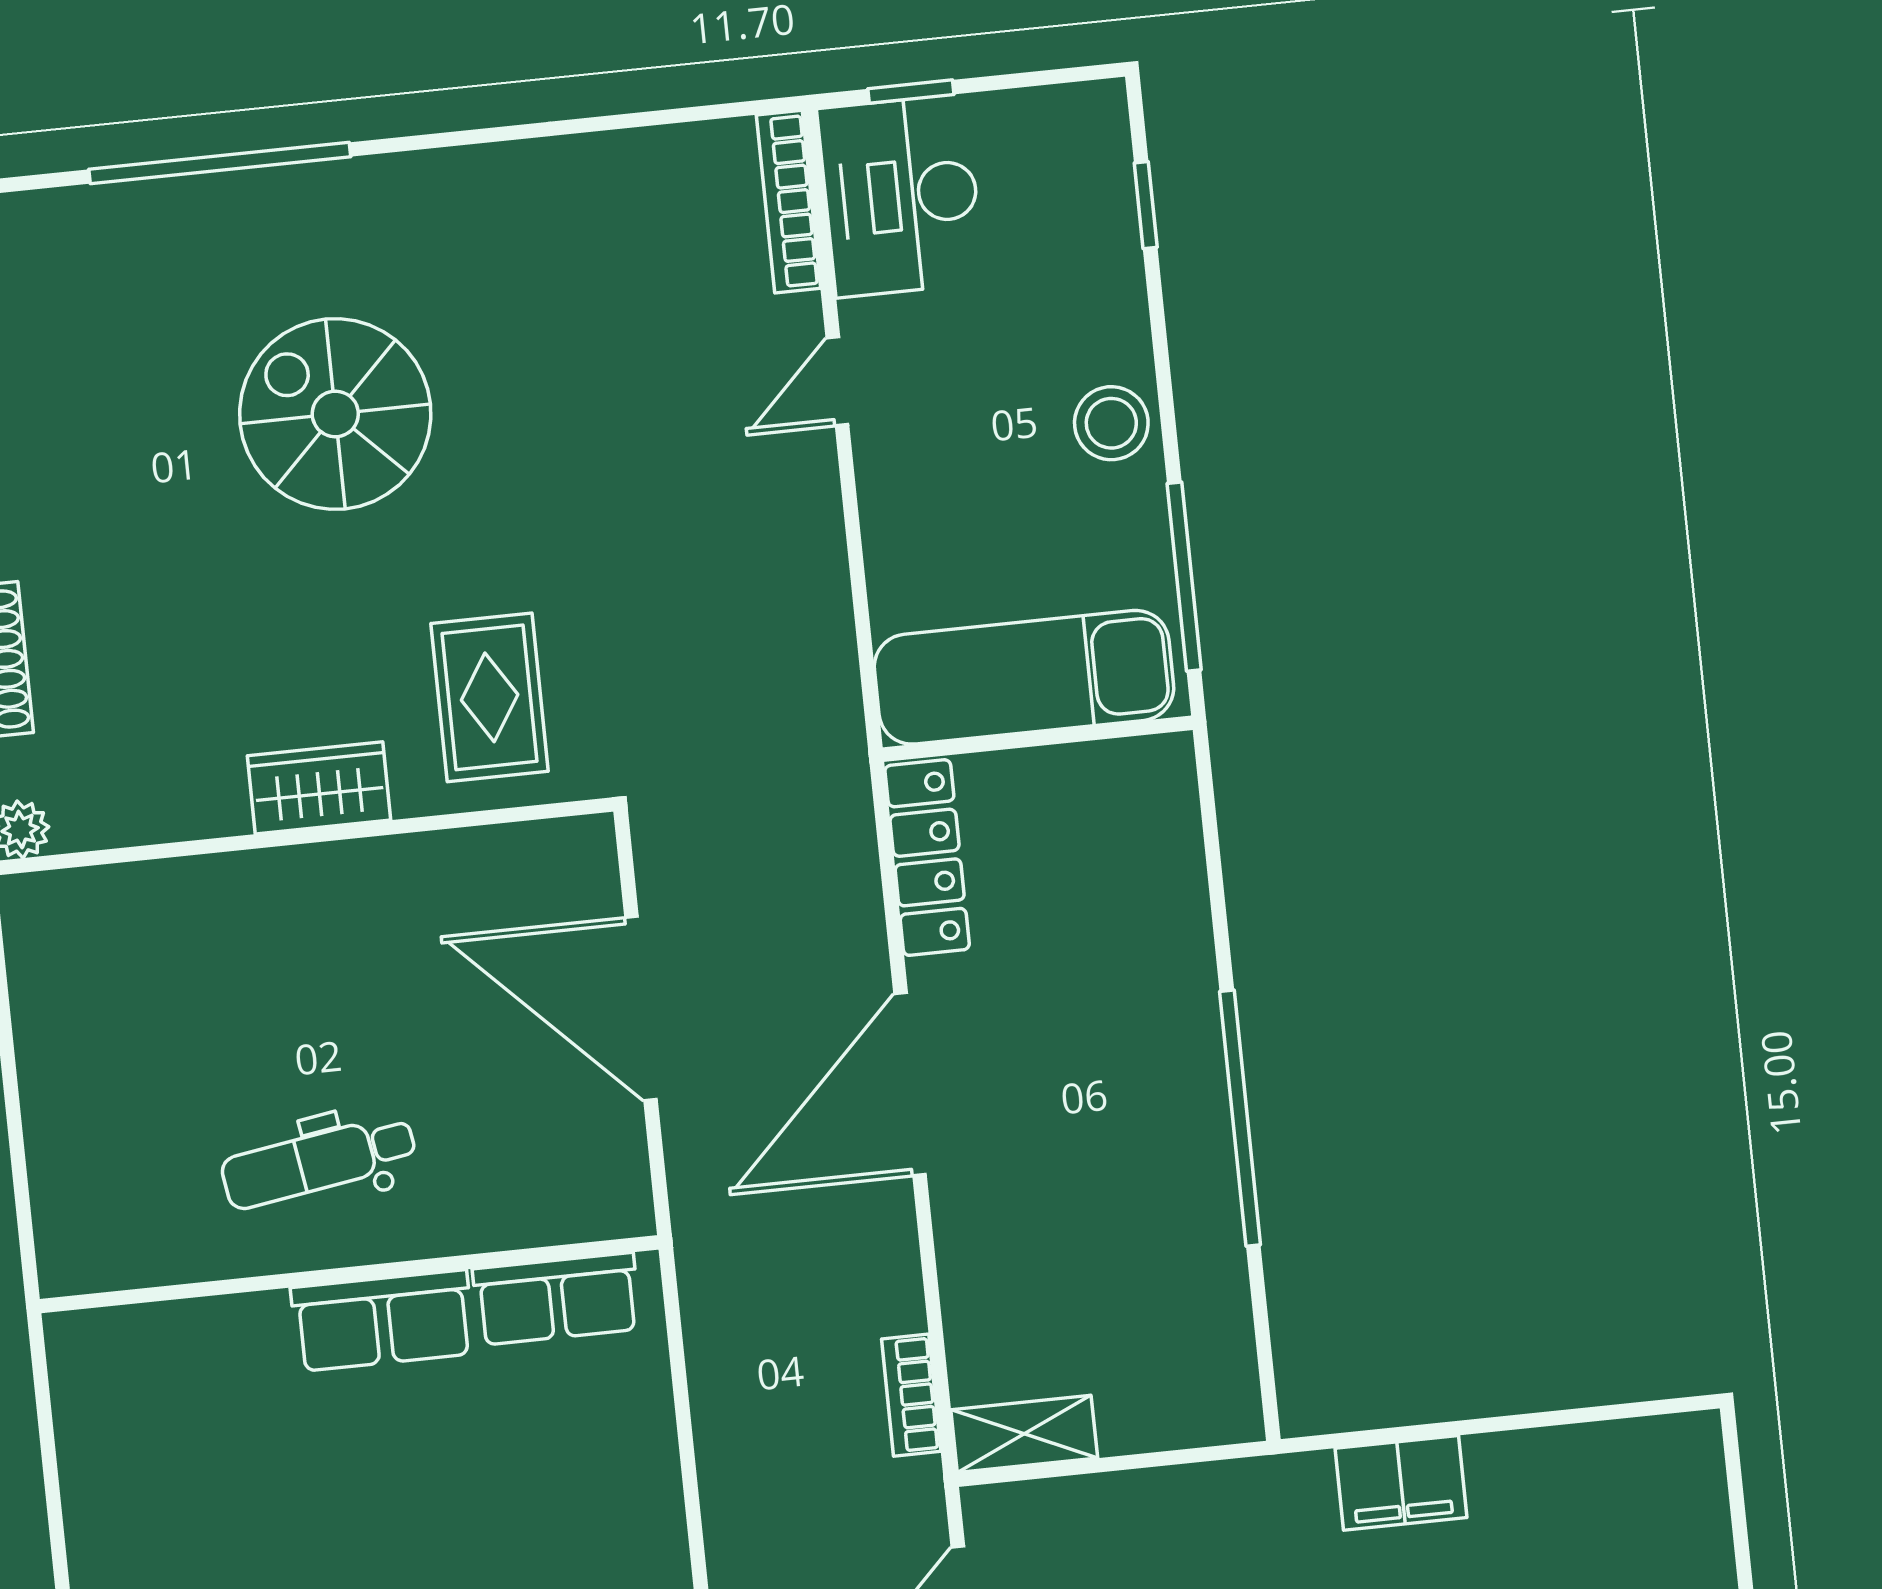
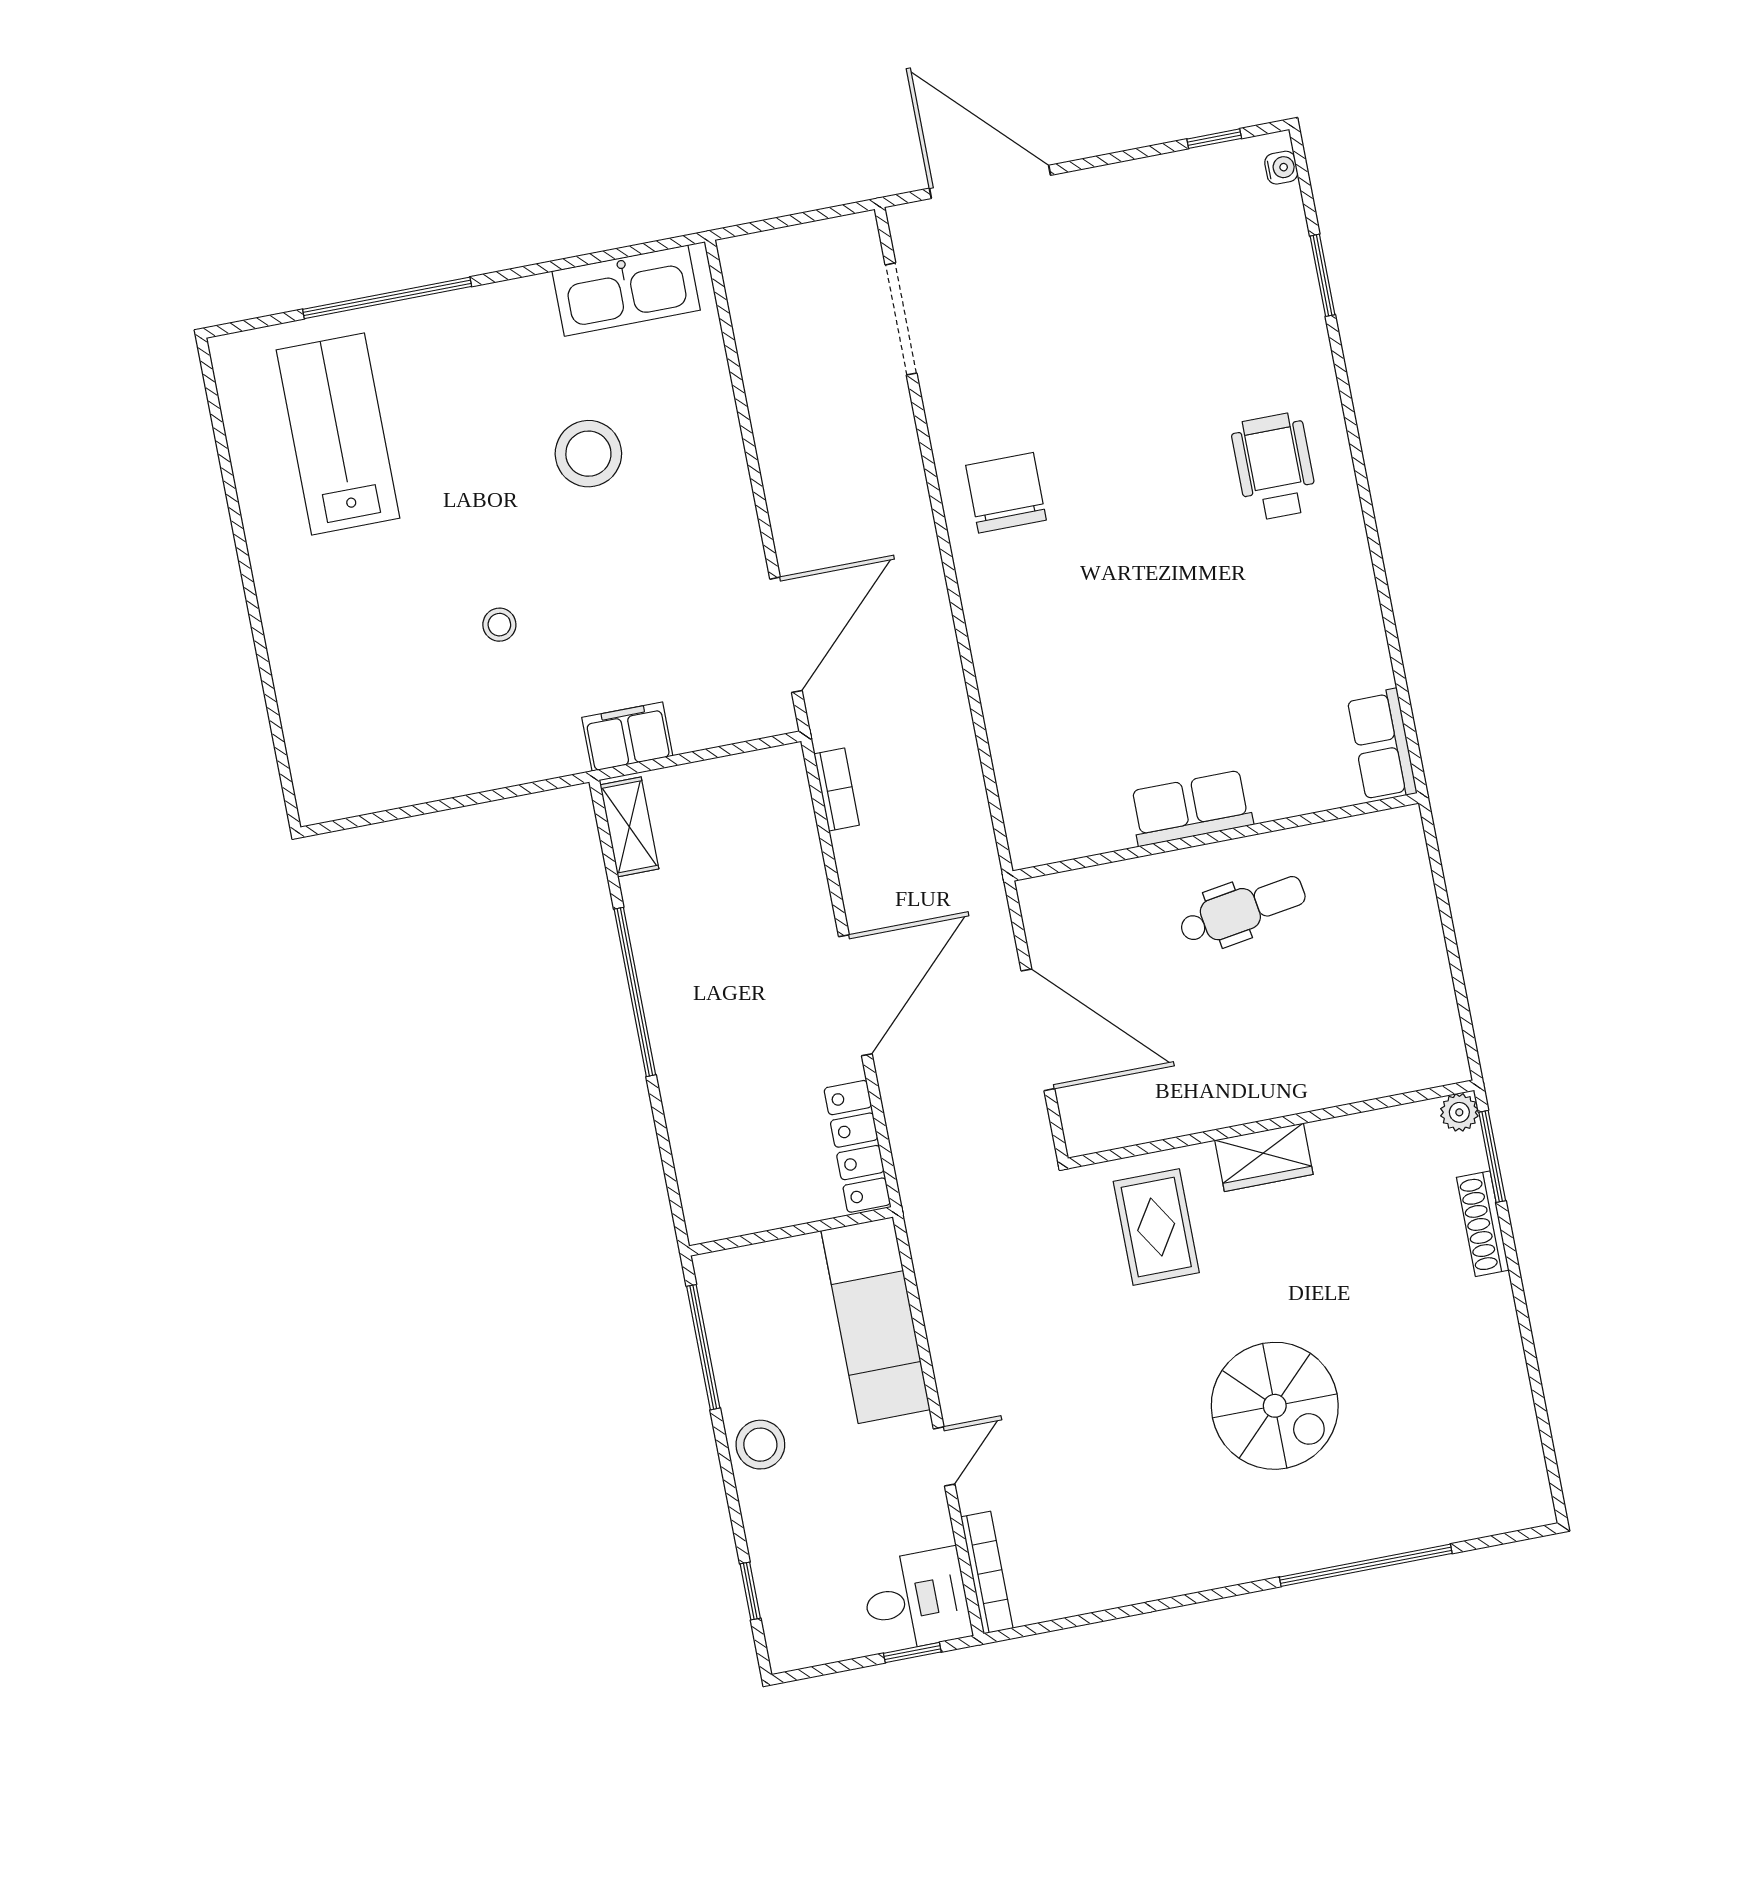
desk: (901, 196) -> (916, 1600), width x0.73
exam couch: (1024, 677) -> (876, 1320), moved, turned 90
row of seats: (557, 1299) -> (1382, 745), moved, turned -90
shelving: (1024, 1434) -> (629, 827), moved, turned 90
filing cabinet: (1401, 1483) -> (627, 737), moved

